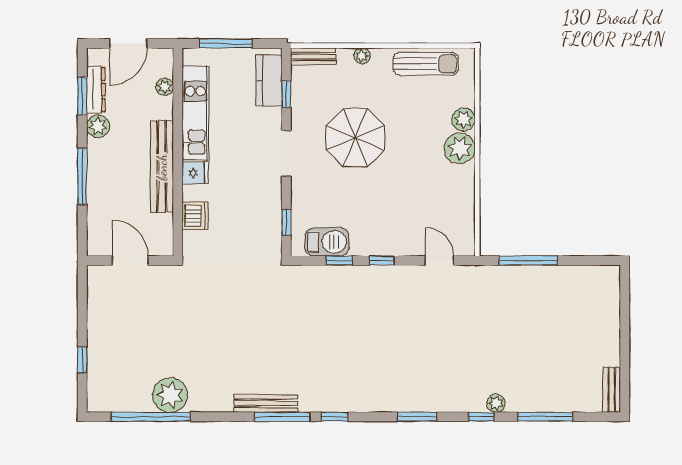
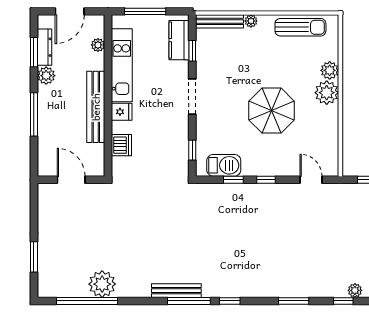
bench: (313, 56) -> (219, 21), width x1.36
parasol: (355, 138) -> (272, 111), moved
window: (82, 360) -> (34, 257), width x1.50

